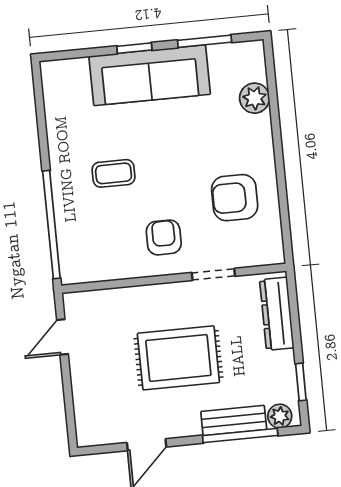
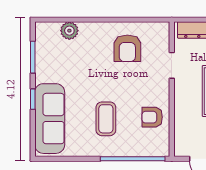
sofa: (150, 75) -> (50, 119), moved
coffee table: (114, 173) -> (106, 119), width x1.36, depth x1.30
armchair: (164, 237) -> (152, 117), moved

